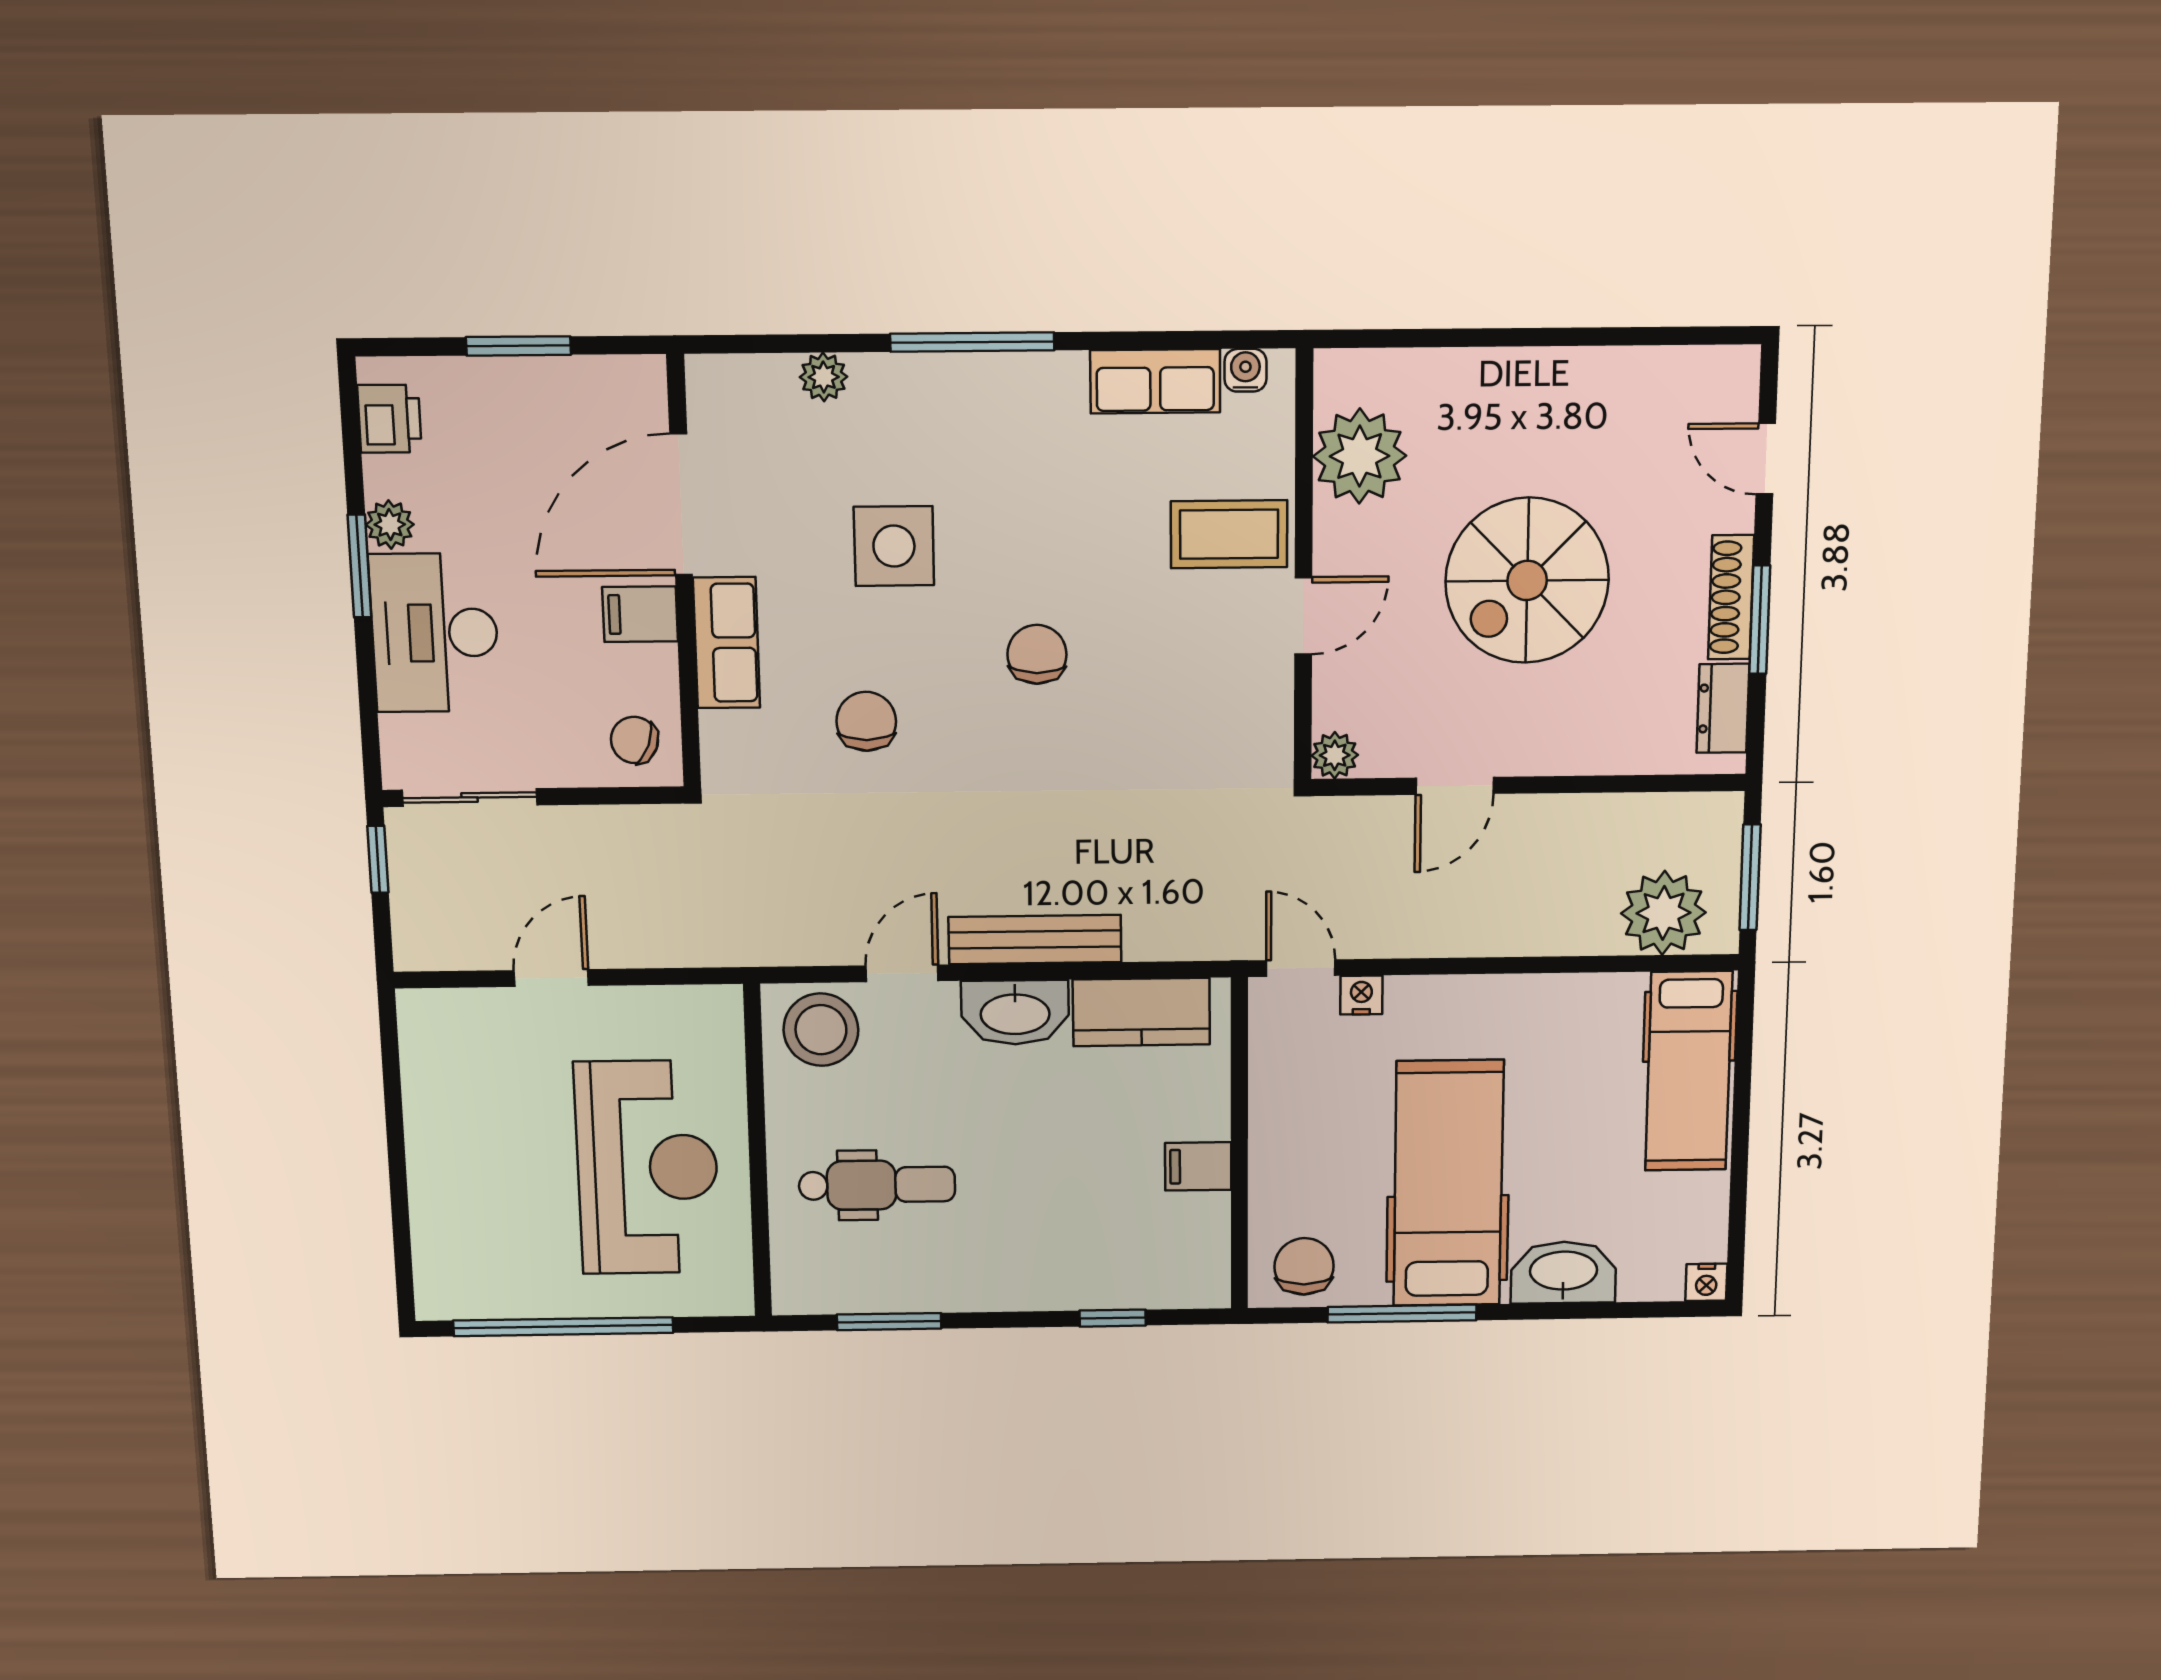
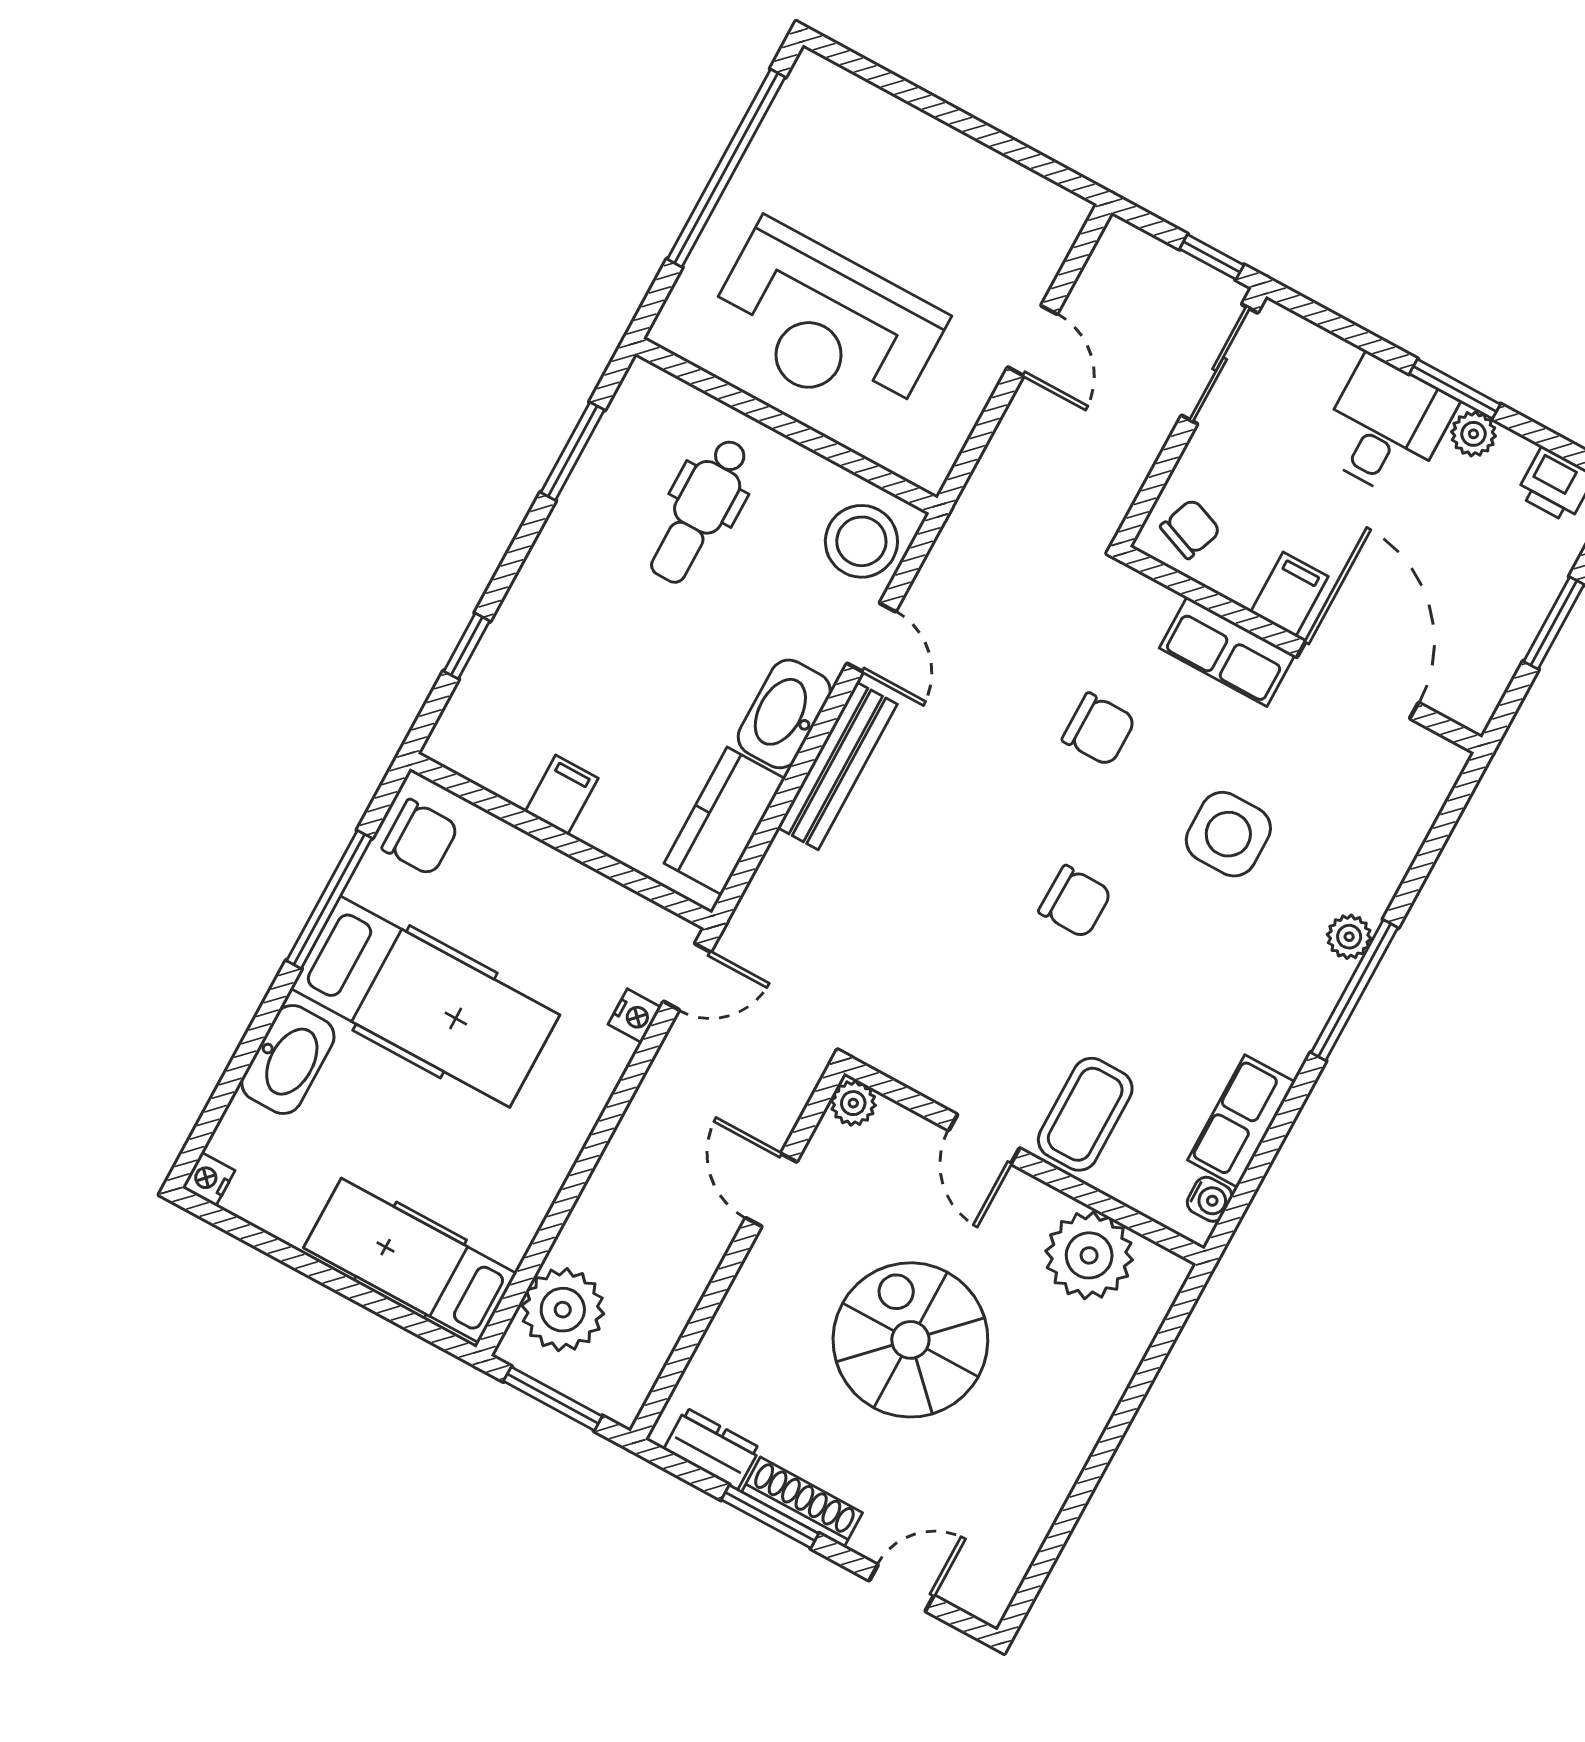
plant: (824, 377) -> (1349, 937), moved
desk: (435, 633) -> (1386, 427), width x0.73

